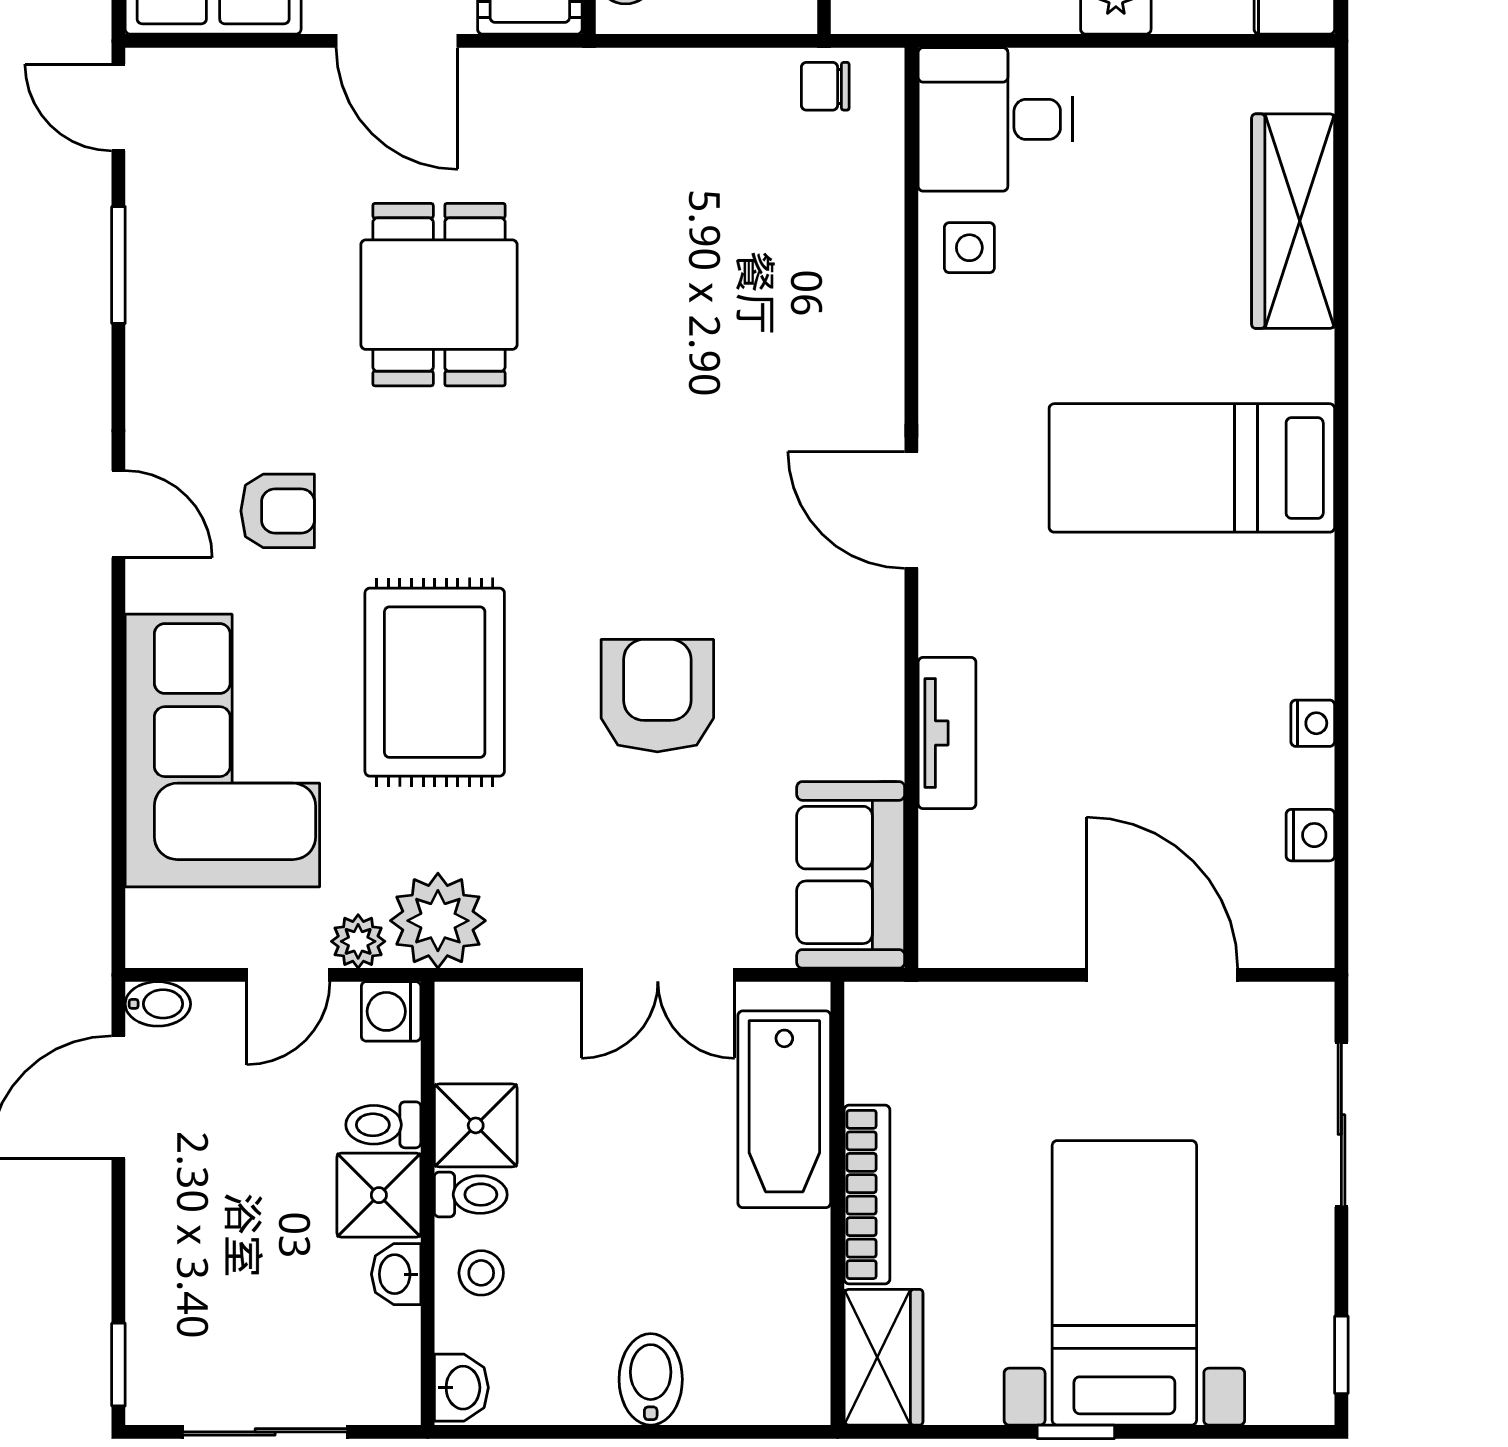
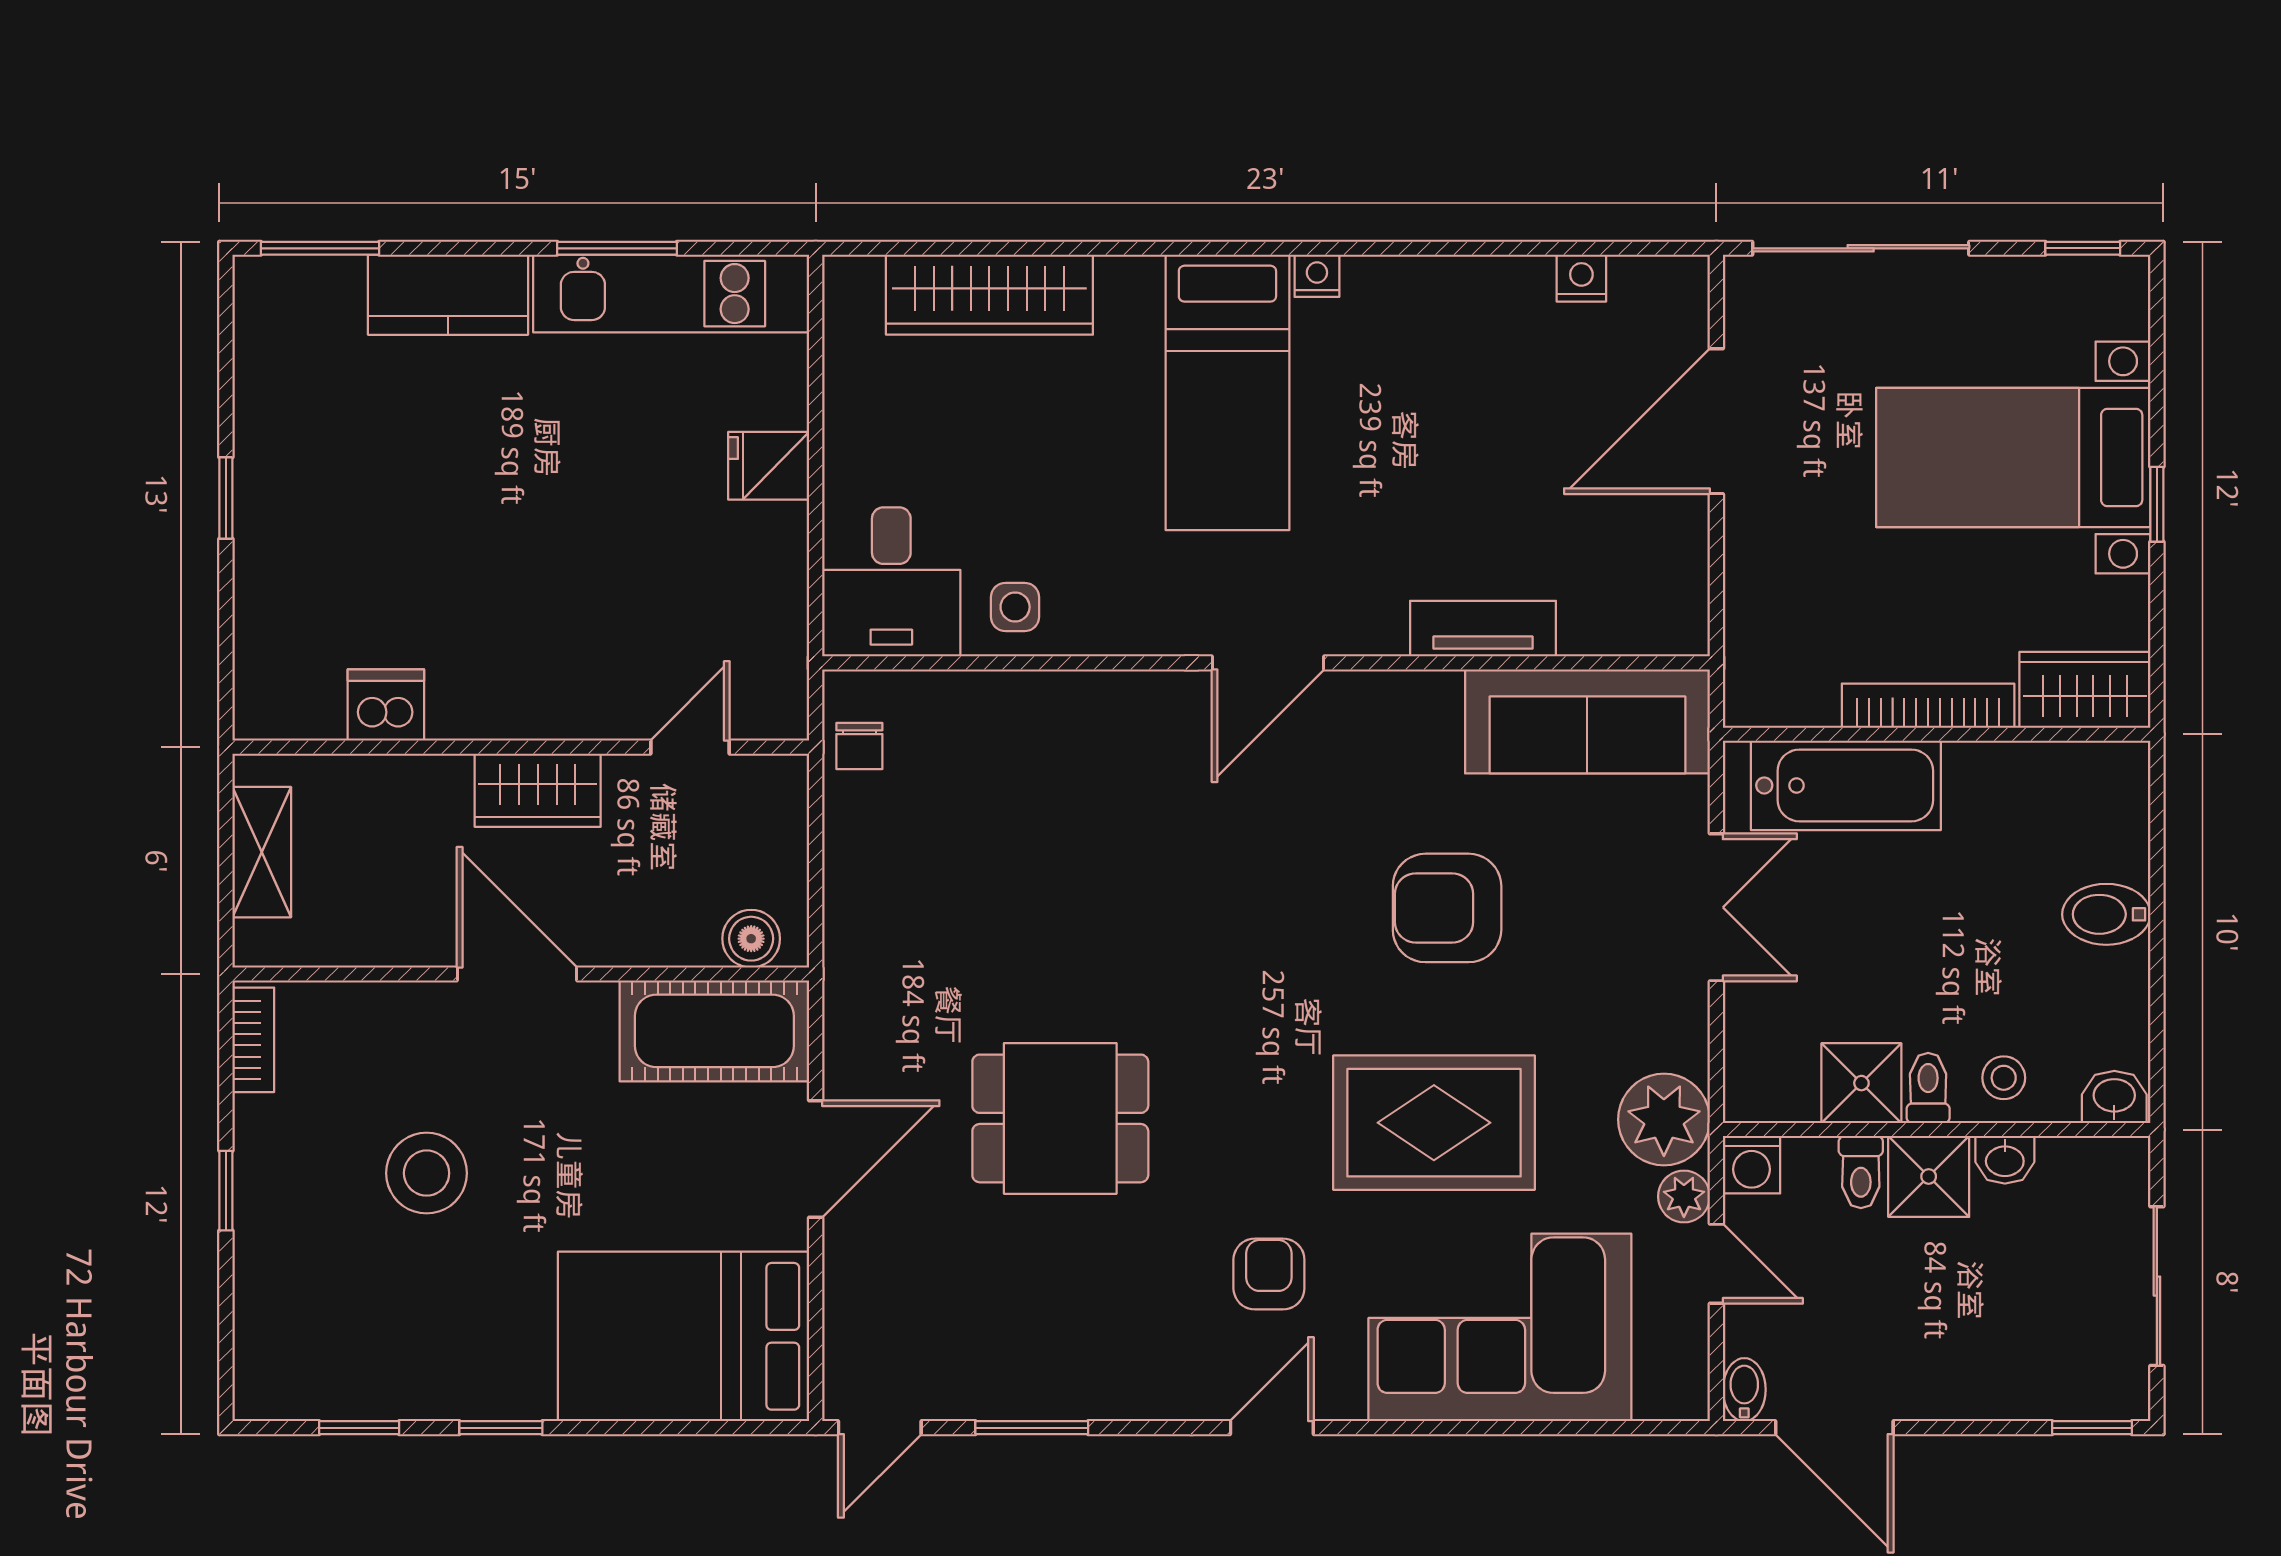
nightstand: (1313, 723) -> (1317, 276), moved
sofa: (851, 875) -> (1587, 721), width x1.36
sliding door: (1341, 1125) -> (1861, 248), width x1.37

